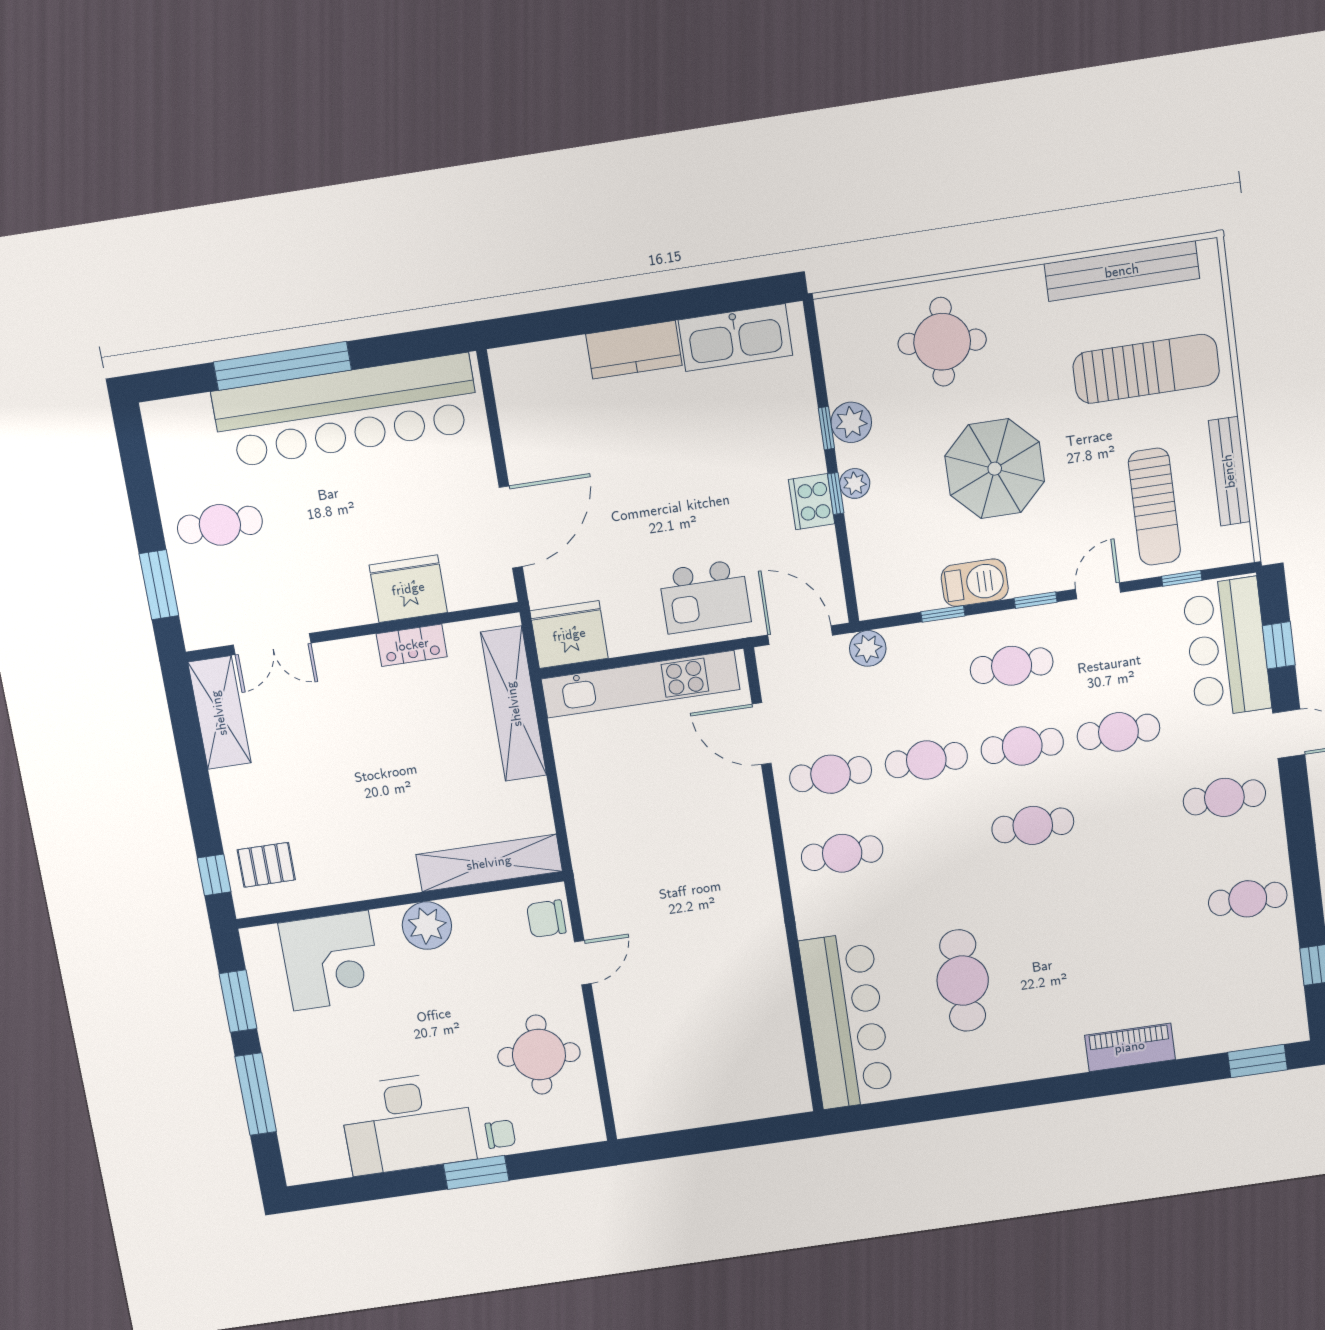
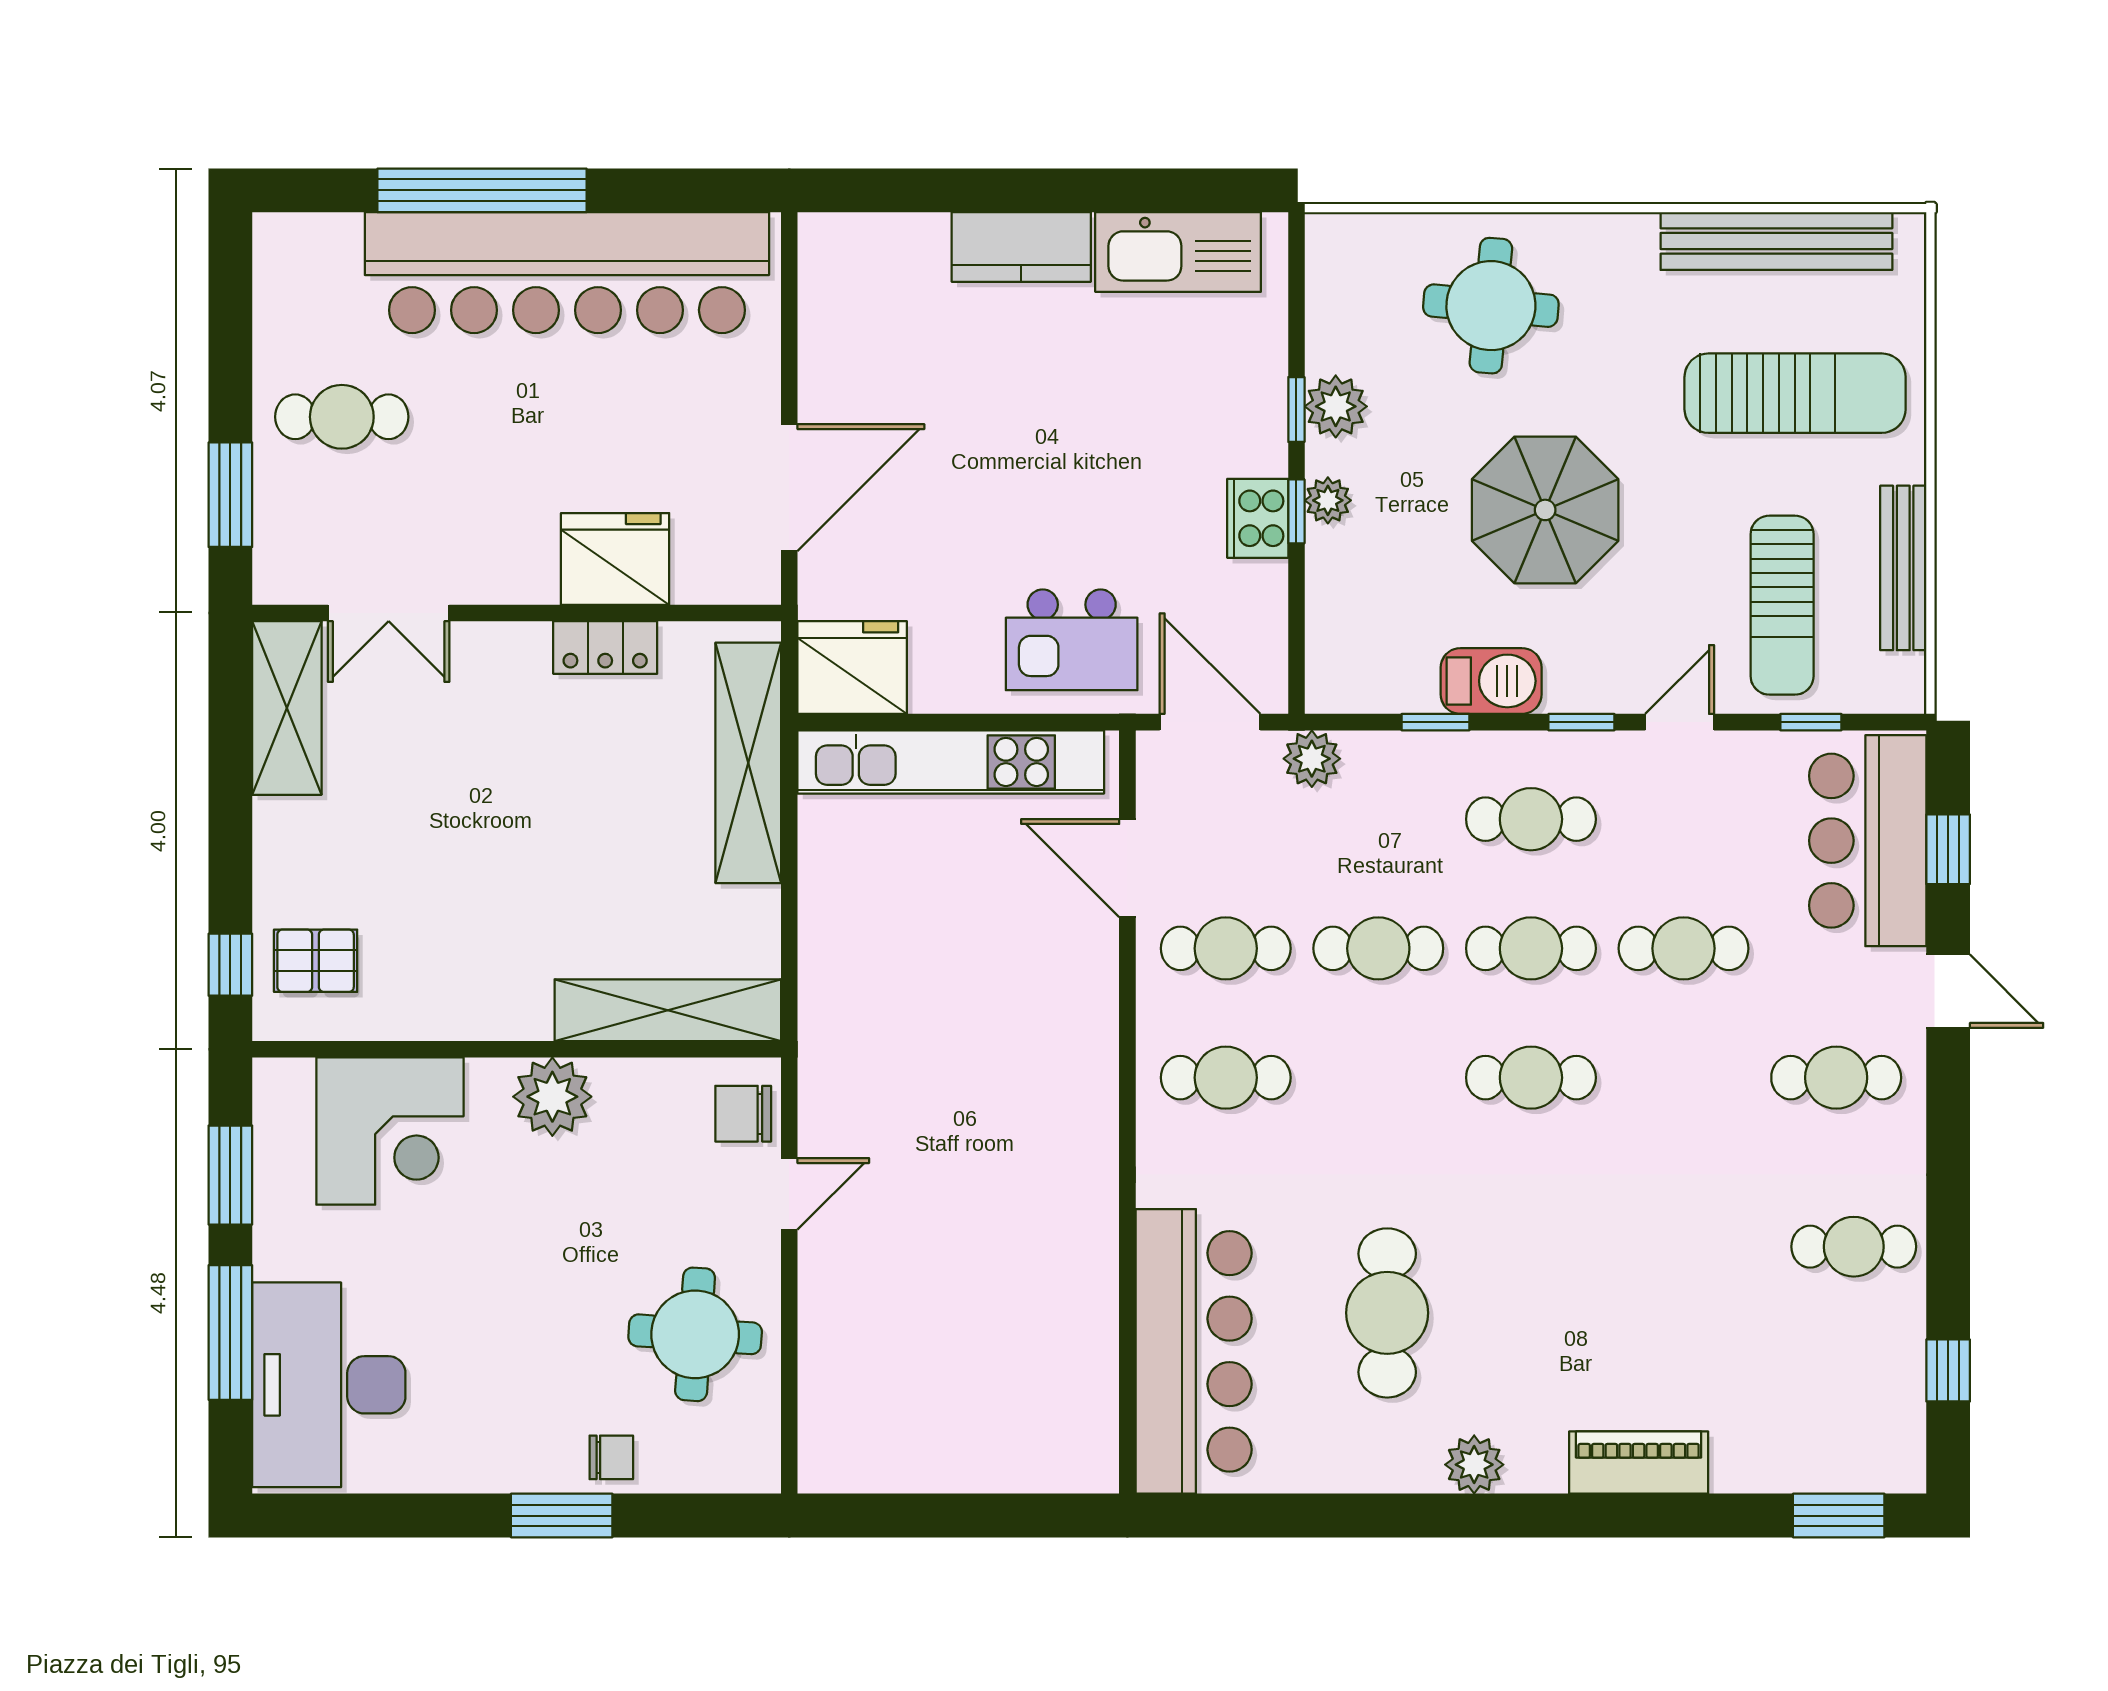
plant: (1029, 1063) -> (1474, 1465), added
desk: (407, 1123) -> (329, 1385), moved, turned 90

